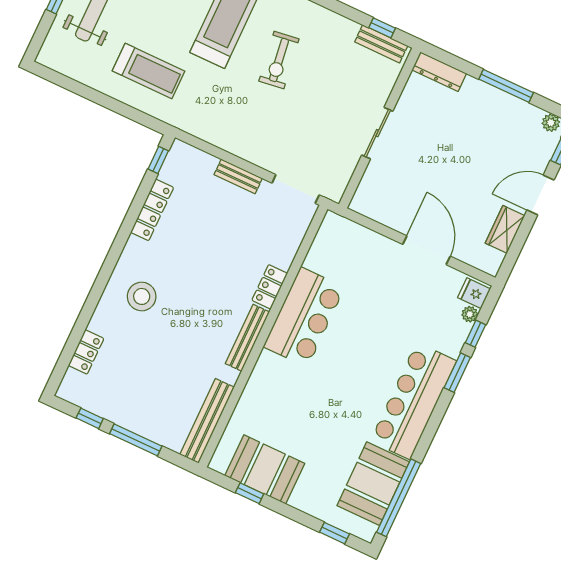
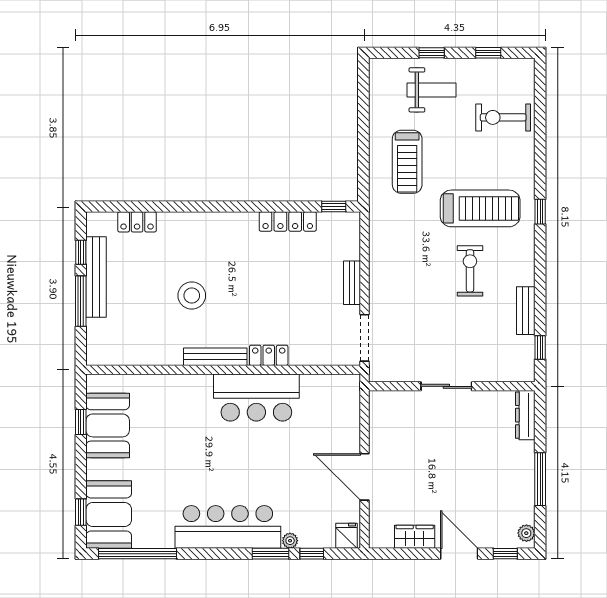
bench: (381, 44) -> (526, 311), moved
exercise bike: (279, 60) -> (470, 271), turned 98
door: (426, 250) -> (364, 477), swing flipped
stool: (142, 296) -> (192, 296), moved
plant: (470, 314) -> (290, 541), moved
bench: (207, 421) -> (96, 277), moved, turned 90
booth: (373, 484) -> (109, 515), moved, turned 90

